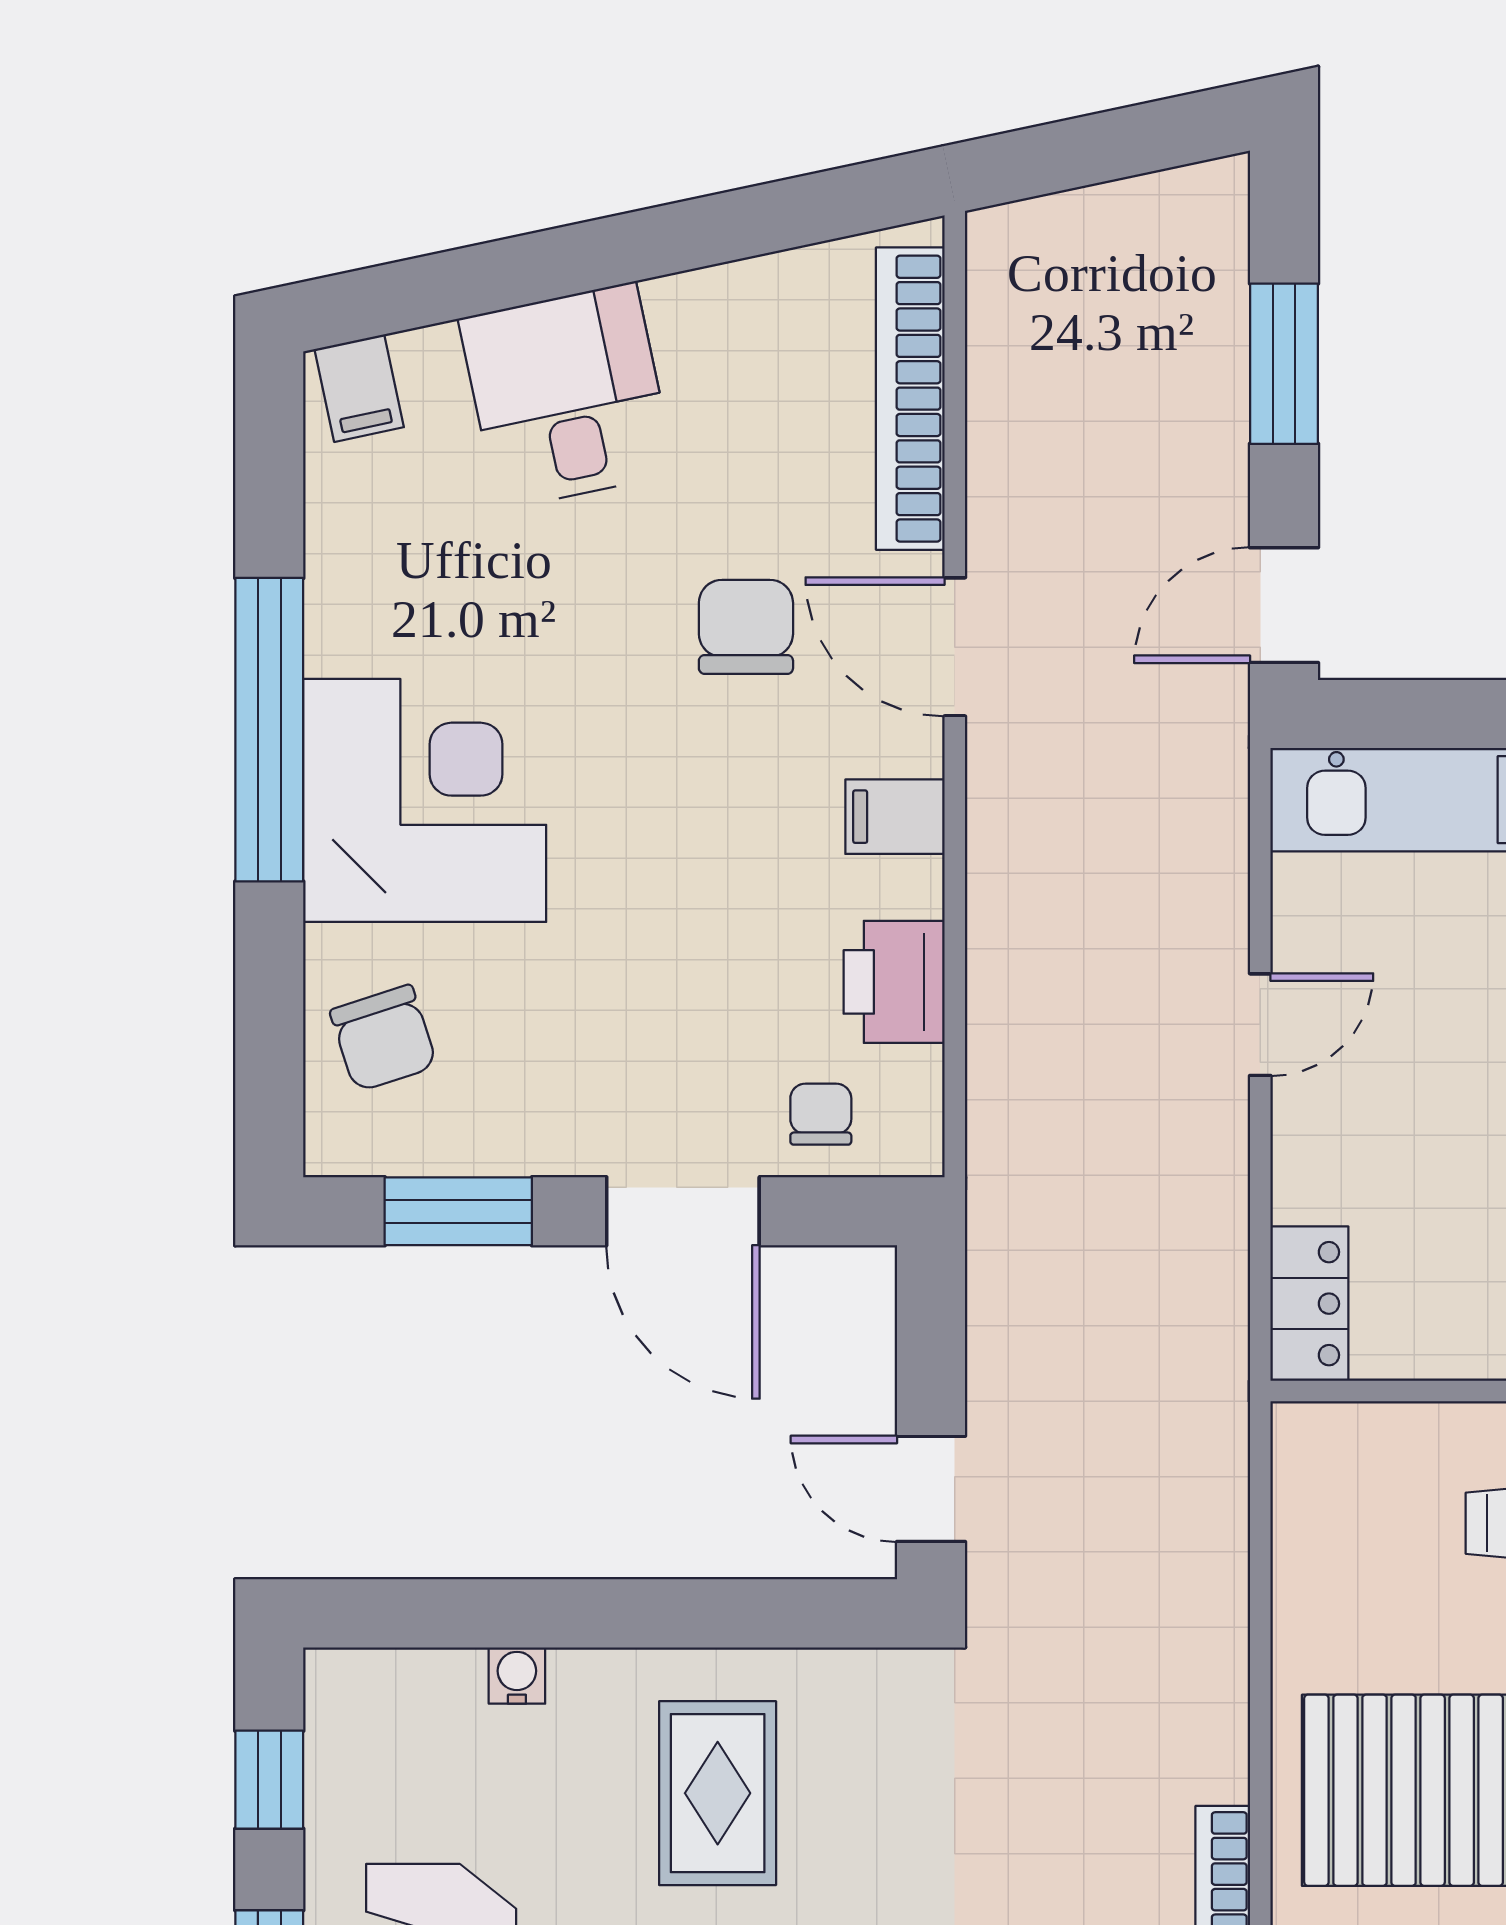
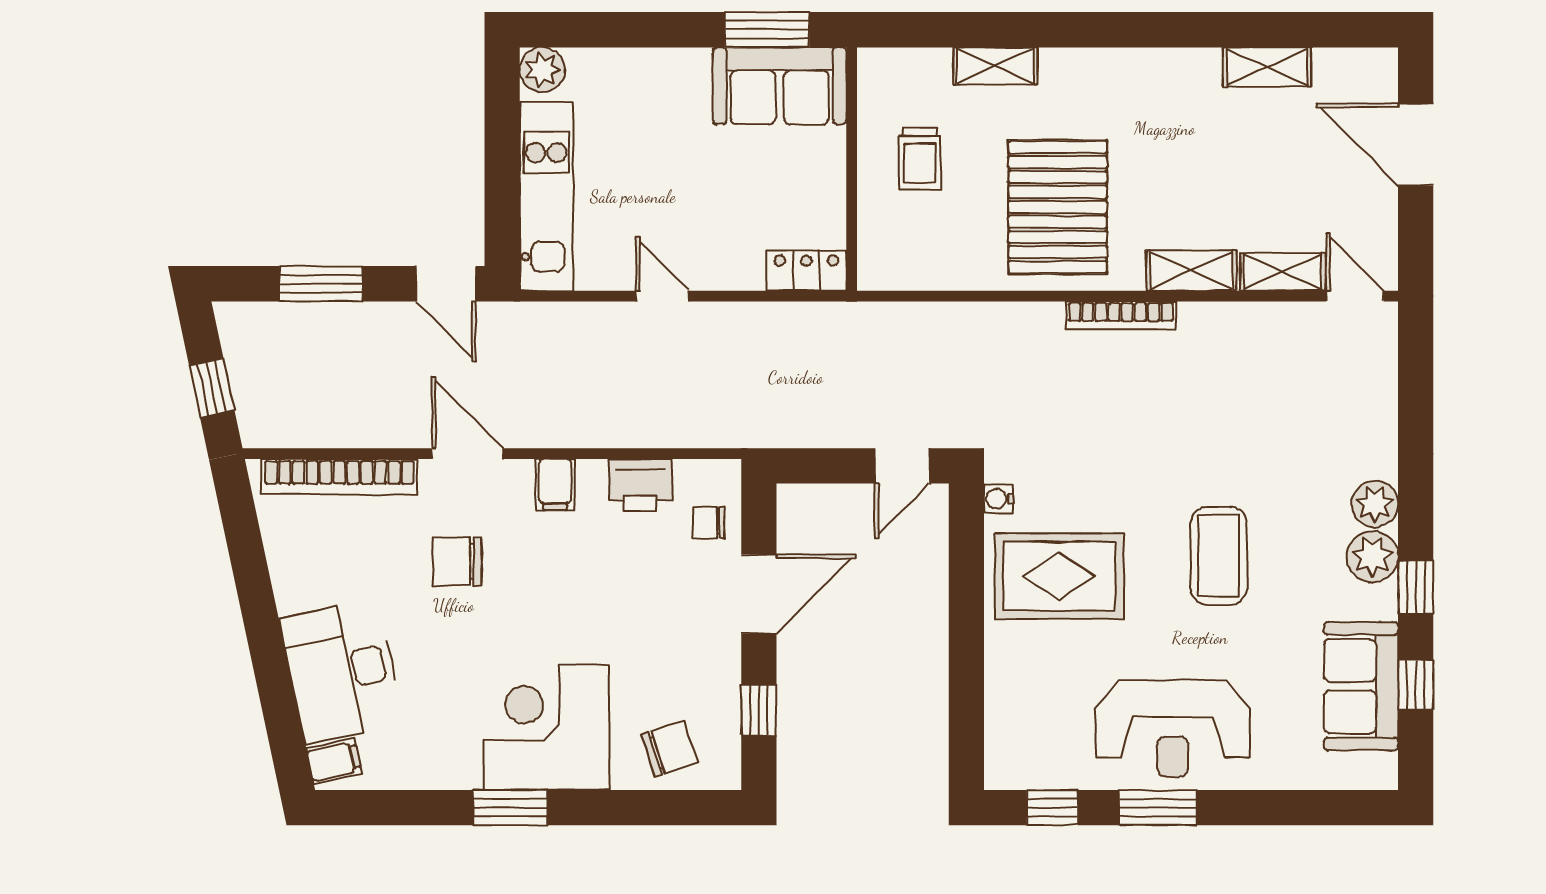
window: (1082, 151) -> (212, 388), added
desk: (567, 396) -> (342, 671), width x1.37
door: (955, 647) -> (467, 454), swing flipped
window: (269, 730) -> (510, 808), width x0.47
window: (458, 1211) -> (759, 710), width x0.67
water cooler: (517, 1676) -> (998, 499), moved
rug: (718, 1793) -> (1059, 576), width x1.36, depth x1.43

